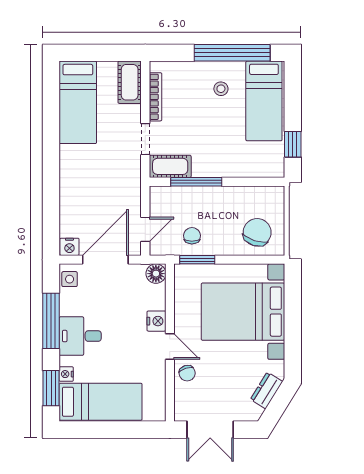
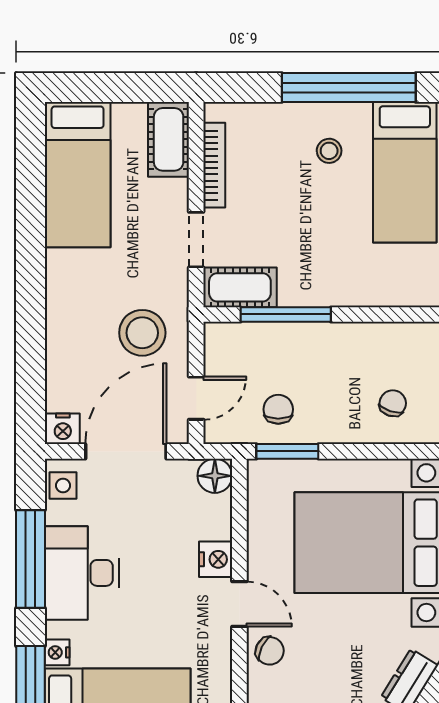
stool: (115, 192) -> (142, 333), added
chair: (257, 232) -> (393, 403), width x0.54, depth x0.54
desk: (80, 336) -> (82, 573), width x1.37
chair: (187, 373) -> (270, 651), turned -46

